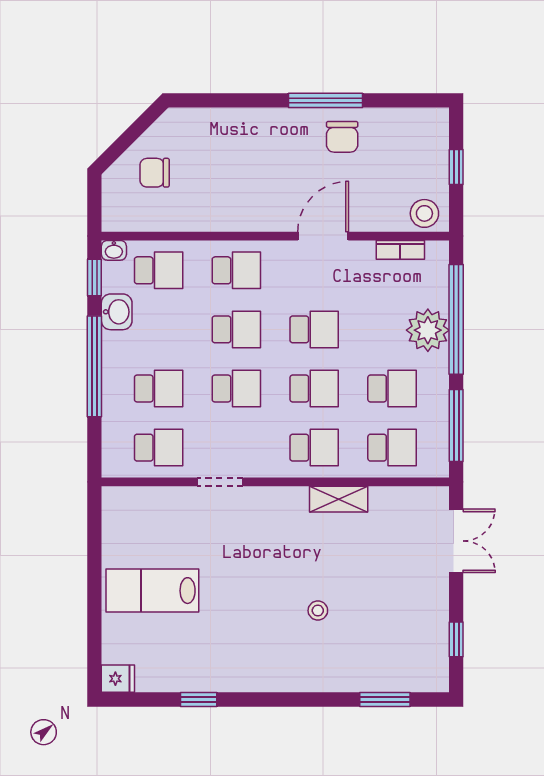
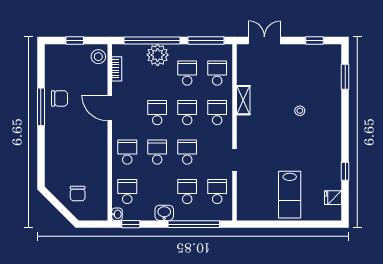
washbasin: (117, 312) -> (164, 213), moved
window: (94, 366) -> (194, 224), moved
fridge: (118, 679) -> (333, 198), moved, turned -90

